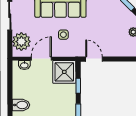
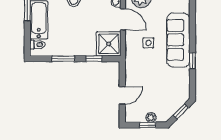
door: (94, 59) -> (122, 96), moved

